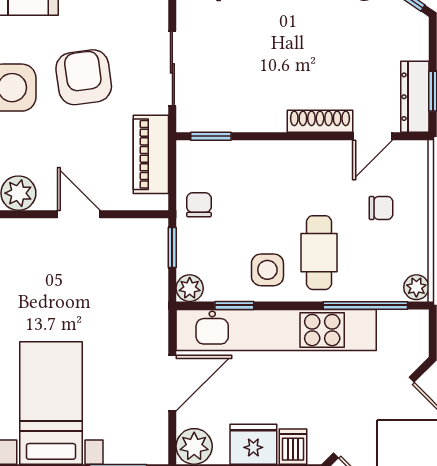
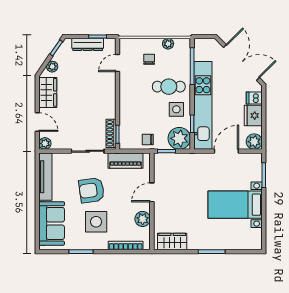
dresser: (415, 97) -> (88, 44), moved
shoe rack: (320, 121) -> (111, 133), moved
door: (373, 136) -> (118, 63), swing flipped
plant: (416, 287) -> (168, 44), moved
plant: (190, 288) -> (179, 138), width x1.88, depth x1.88
door: (172, 383) -> (226, 151), hinge flipped

